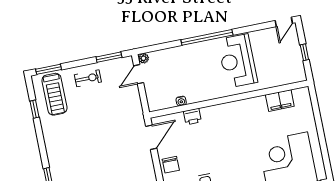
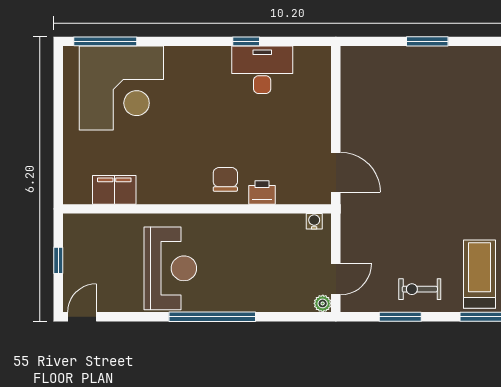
window: (109, 57) -> (400, 317), moved
water cooler: (181, 101) -> (314, 221), moved
door: (151, 137) -> (336, 172), swing flipped
chair: (171, 165) -> (225, 179), moved

